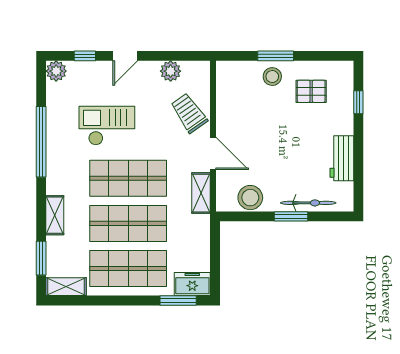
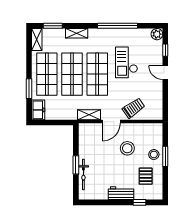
plant: (171, 71) -> (157, 98), removed
checkout: (107, 126) -> (126, 62), turned 180
workbench: (342, 158) -> (121, 193), moved
stool: (250, 198) -> (127, 148), moved
window: (178, 301) -> (29, 89), moved

